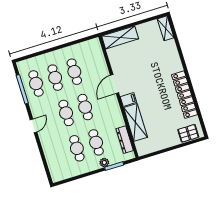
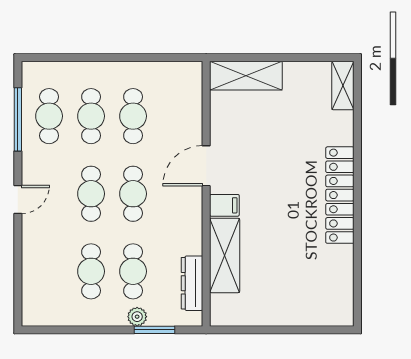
locker: (185, 95) -> (340, 195), moved
pallet: (188, 133) -> (324, 310), removed

